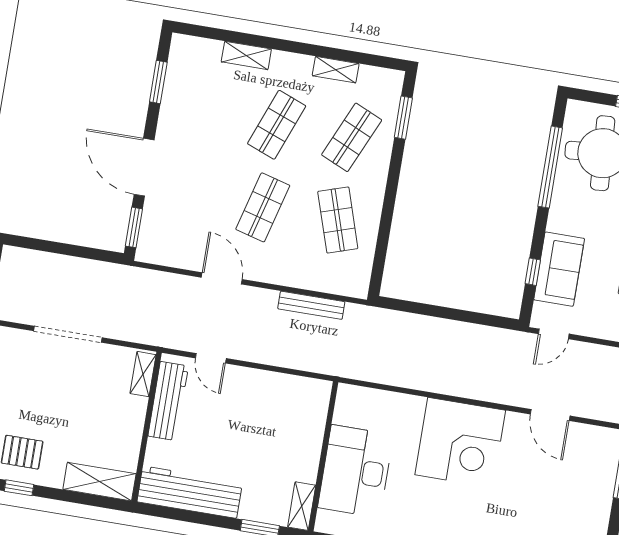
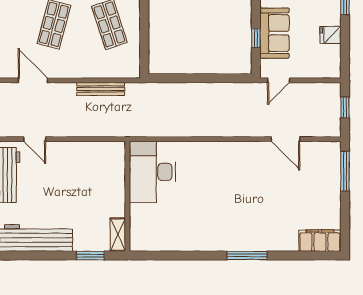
corner desk: (460, 443) -> (224, 170), removed
desk: (356, 471) -> (152, 172), moved

